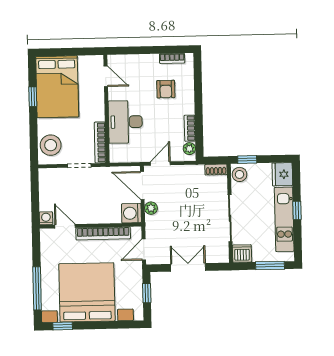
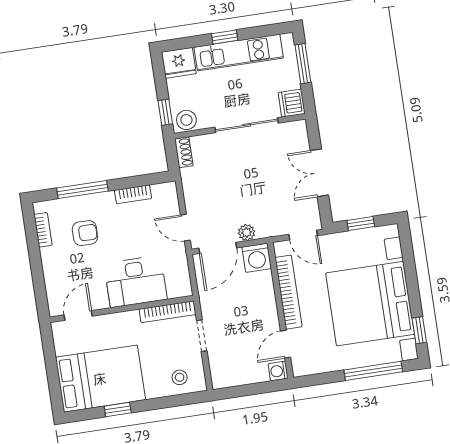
window: (198, 91) -> (82, 190), added
stool: (51, 145) -> (180, 377), width x0.53, depth x0.53
plant: (189, 149) -> (160, 191), removed

